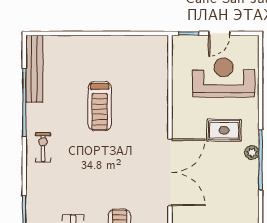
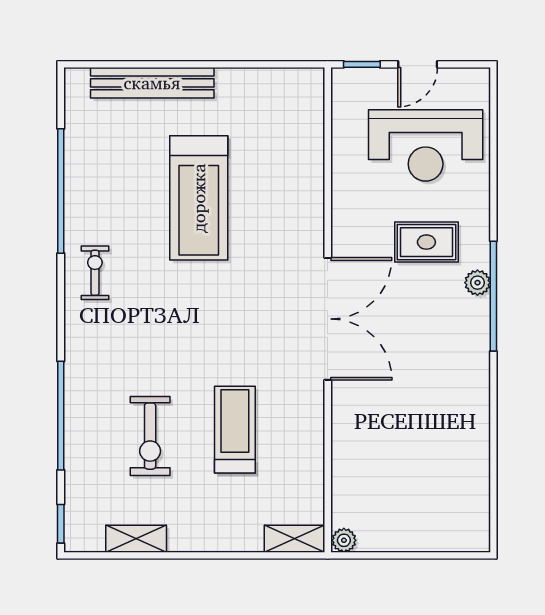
bench: (34, 69) -> (152, 83), moved, turned 90
reception desk: (224, 78) -> (426, 145), turned 180
treadmill: (100, 106) -> (199, 198), width x1.37, depth x1.38

